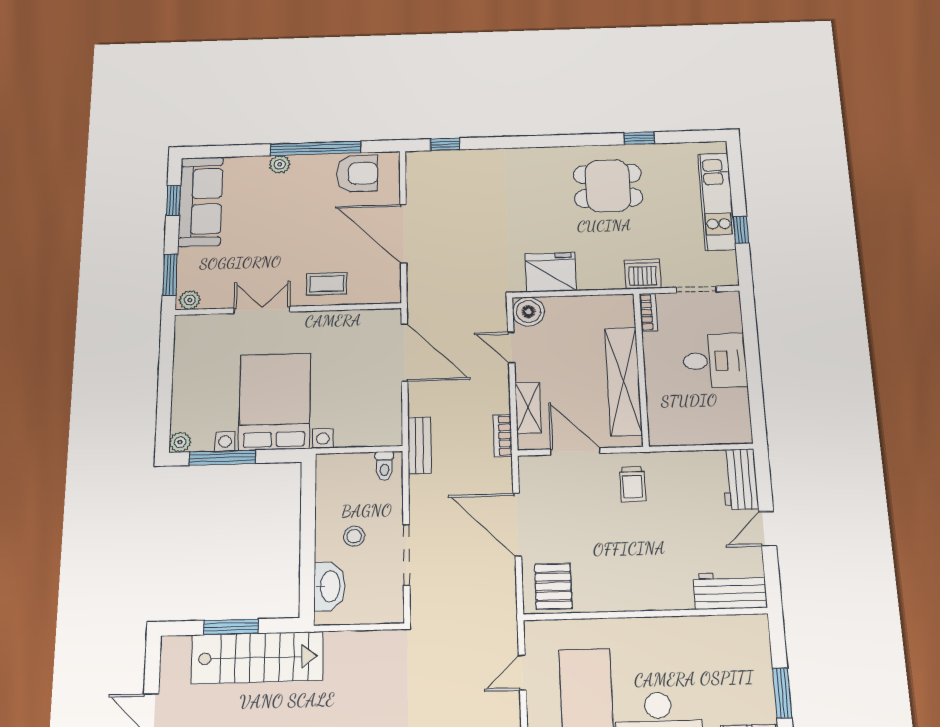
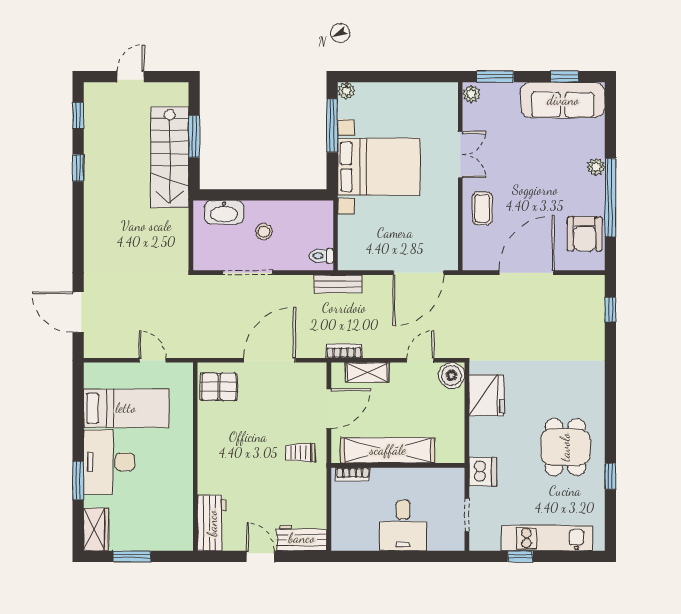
bookcase: (648, 312) -> (353, 474), moved

